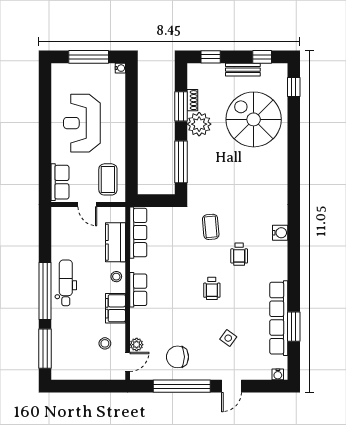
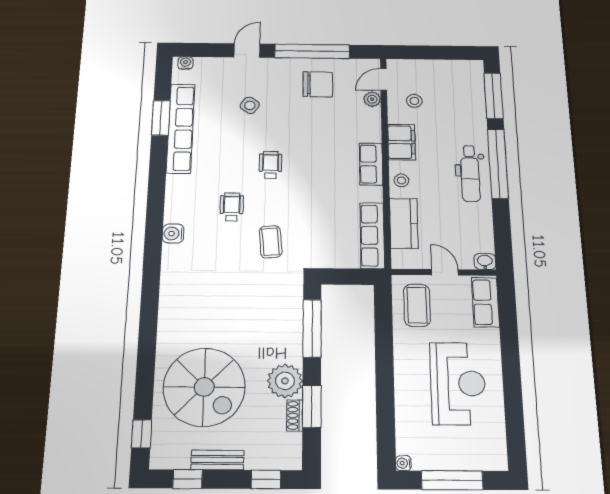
washbasin: (59, 213) -> (485, 262), added

